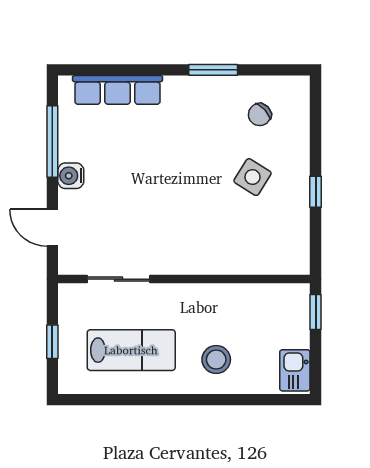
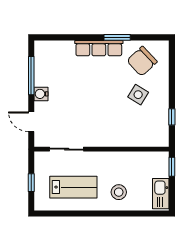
row of seats: (118, 90) -> (99, 48), moved
chair: (260, 115) -> (142, 61), width x1.87, depth x1.87
window: (316, 192) -> (172, 117), moved
kitchen sink: (295, 370) -> (161, 194), width x1.38

